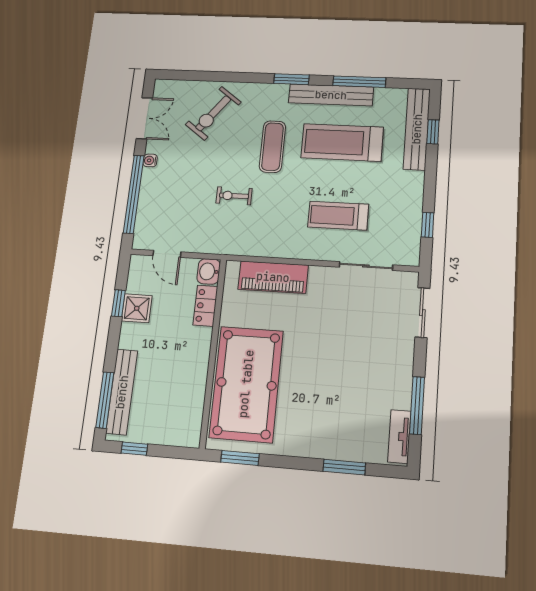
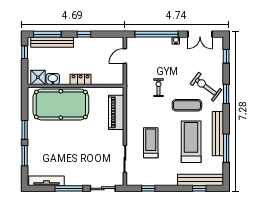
window: (190, 75) -> (226, 56), added
window: (291, 79) -> (226, 94), moved
exercise bike: (213, 113) -> (206, 87), moved
washbasin: (209, 271) -> (53, 79), moved
window: (118, 303) -> (84, 34), moved
locker: (205, 306) -> (81, 79), moved
shower: (137, 308) -> (38, 77), moved
window: (417, 405) -> (69, 188), moved
tv unit: (399, 436) -> (46, 181), width x1.41
window: (240, 458) -> (25, 130), moved

